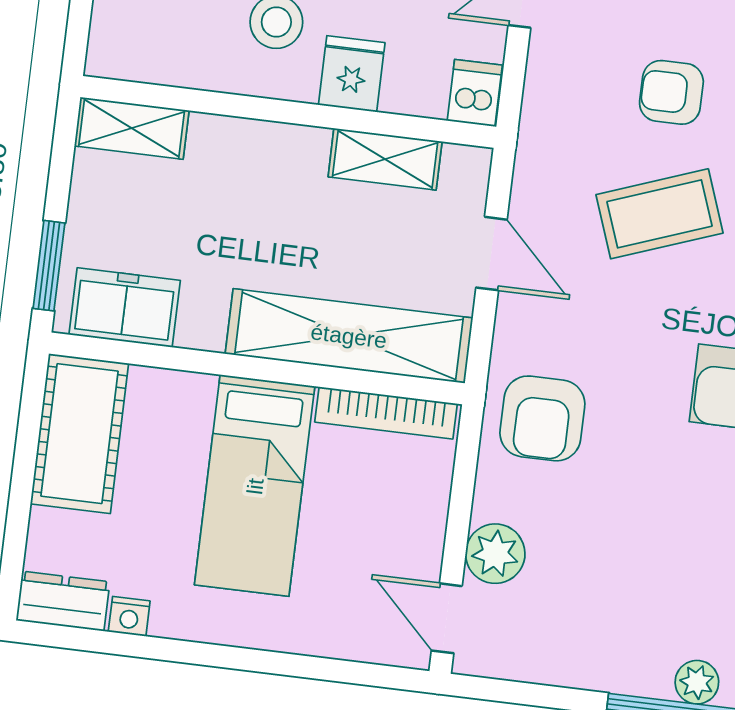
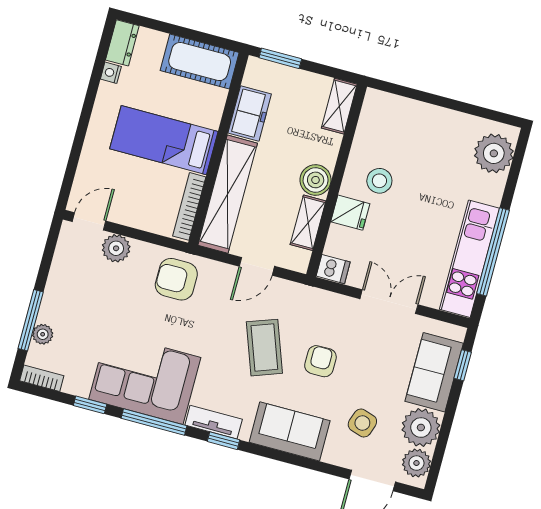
boiler: (293, 156) -> (316, 180), added
freezer: (125, 308) -> (250, 113), moved

